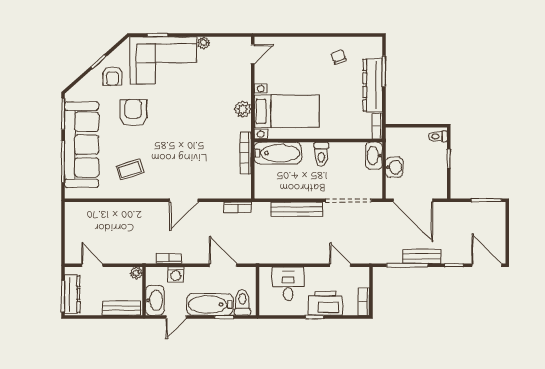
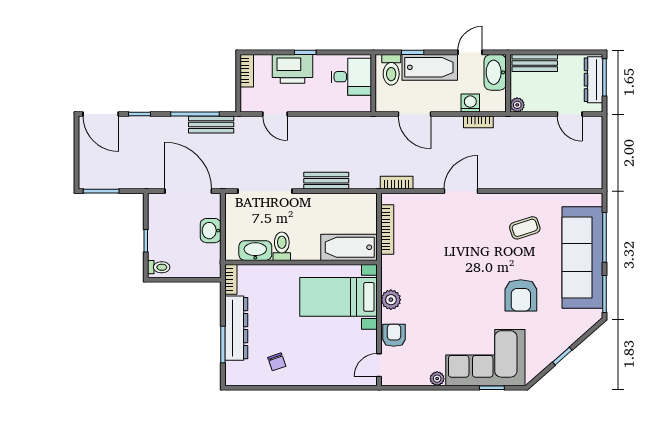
armchair: (112, 76) -> (394, 335), moved
bookcase: (246, 153) -> (387, 229), moved
toilet: (321, 154) -> (282, 246), moved
washbasin: (374, 156) -> (255, 251), moved, turned -90
bench: (297, 209) -> (326, 181), width x0.73
bench: (422, 256) -> (211, 125), moved
desk: (288, 284) -> (351, 77), moved, turned -90

